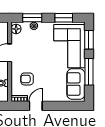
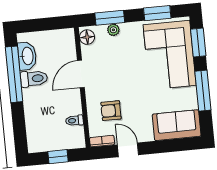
sofa: (76, 84) -> (177, 125), moved, turned 90
door: (36, 106) -> (128, 150), hinge flipped

